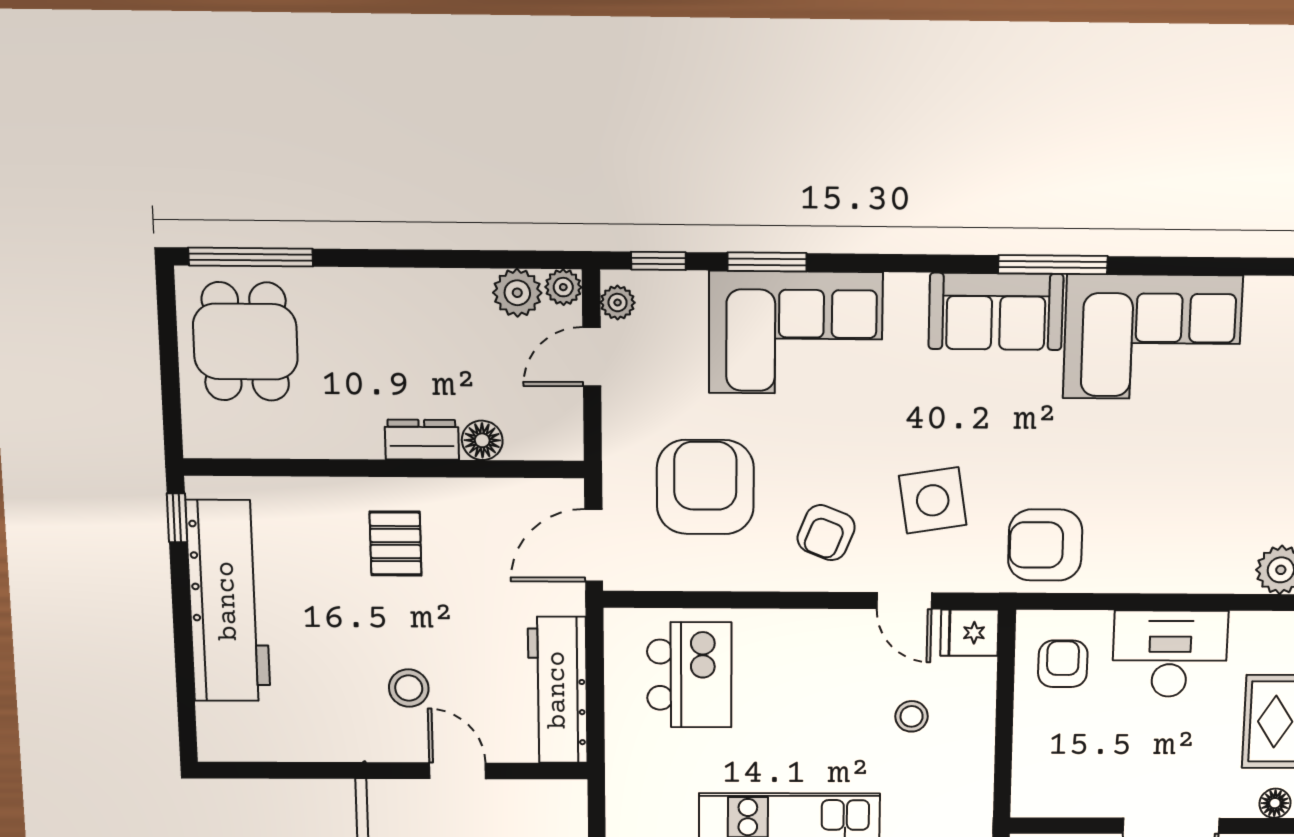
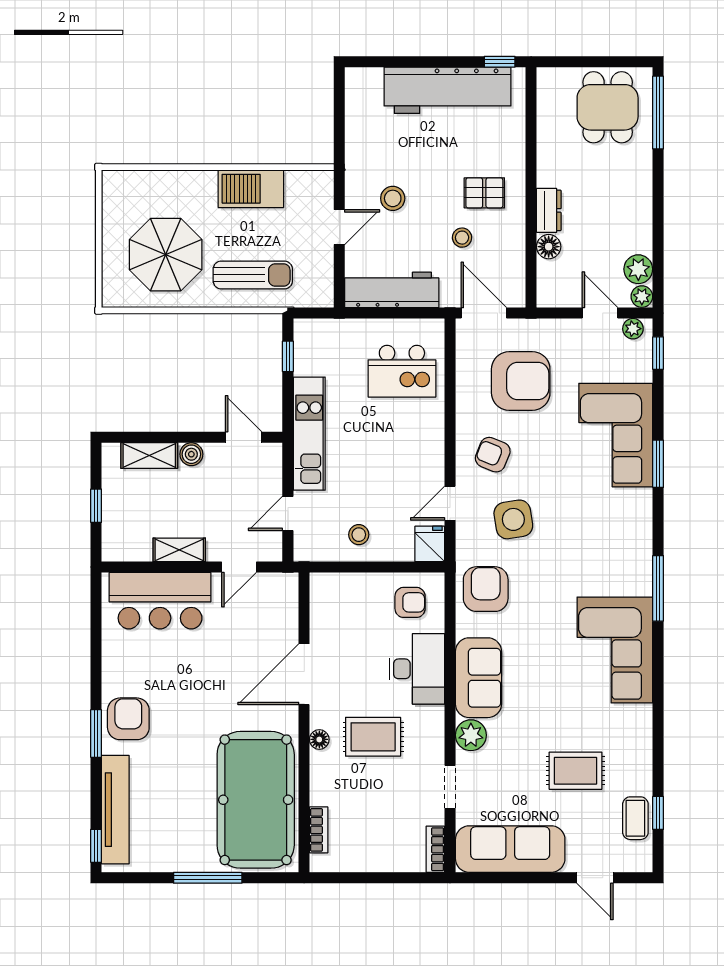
window: (767, 262) -> (658, 464), moved
sofa: (996, 311) -> (478, 678), moved, turned 180
dining table: (245, 342) -> (608, 107), turned 90
stool: (470, 579) -> (462, 238), added
stool: (912, 716) -> (359, 535), moved

